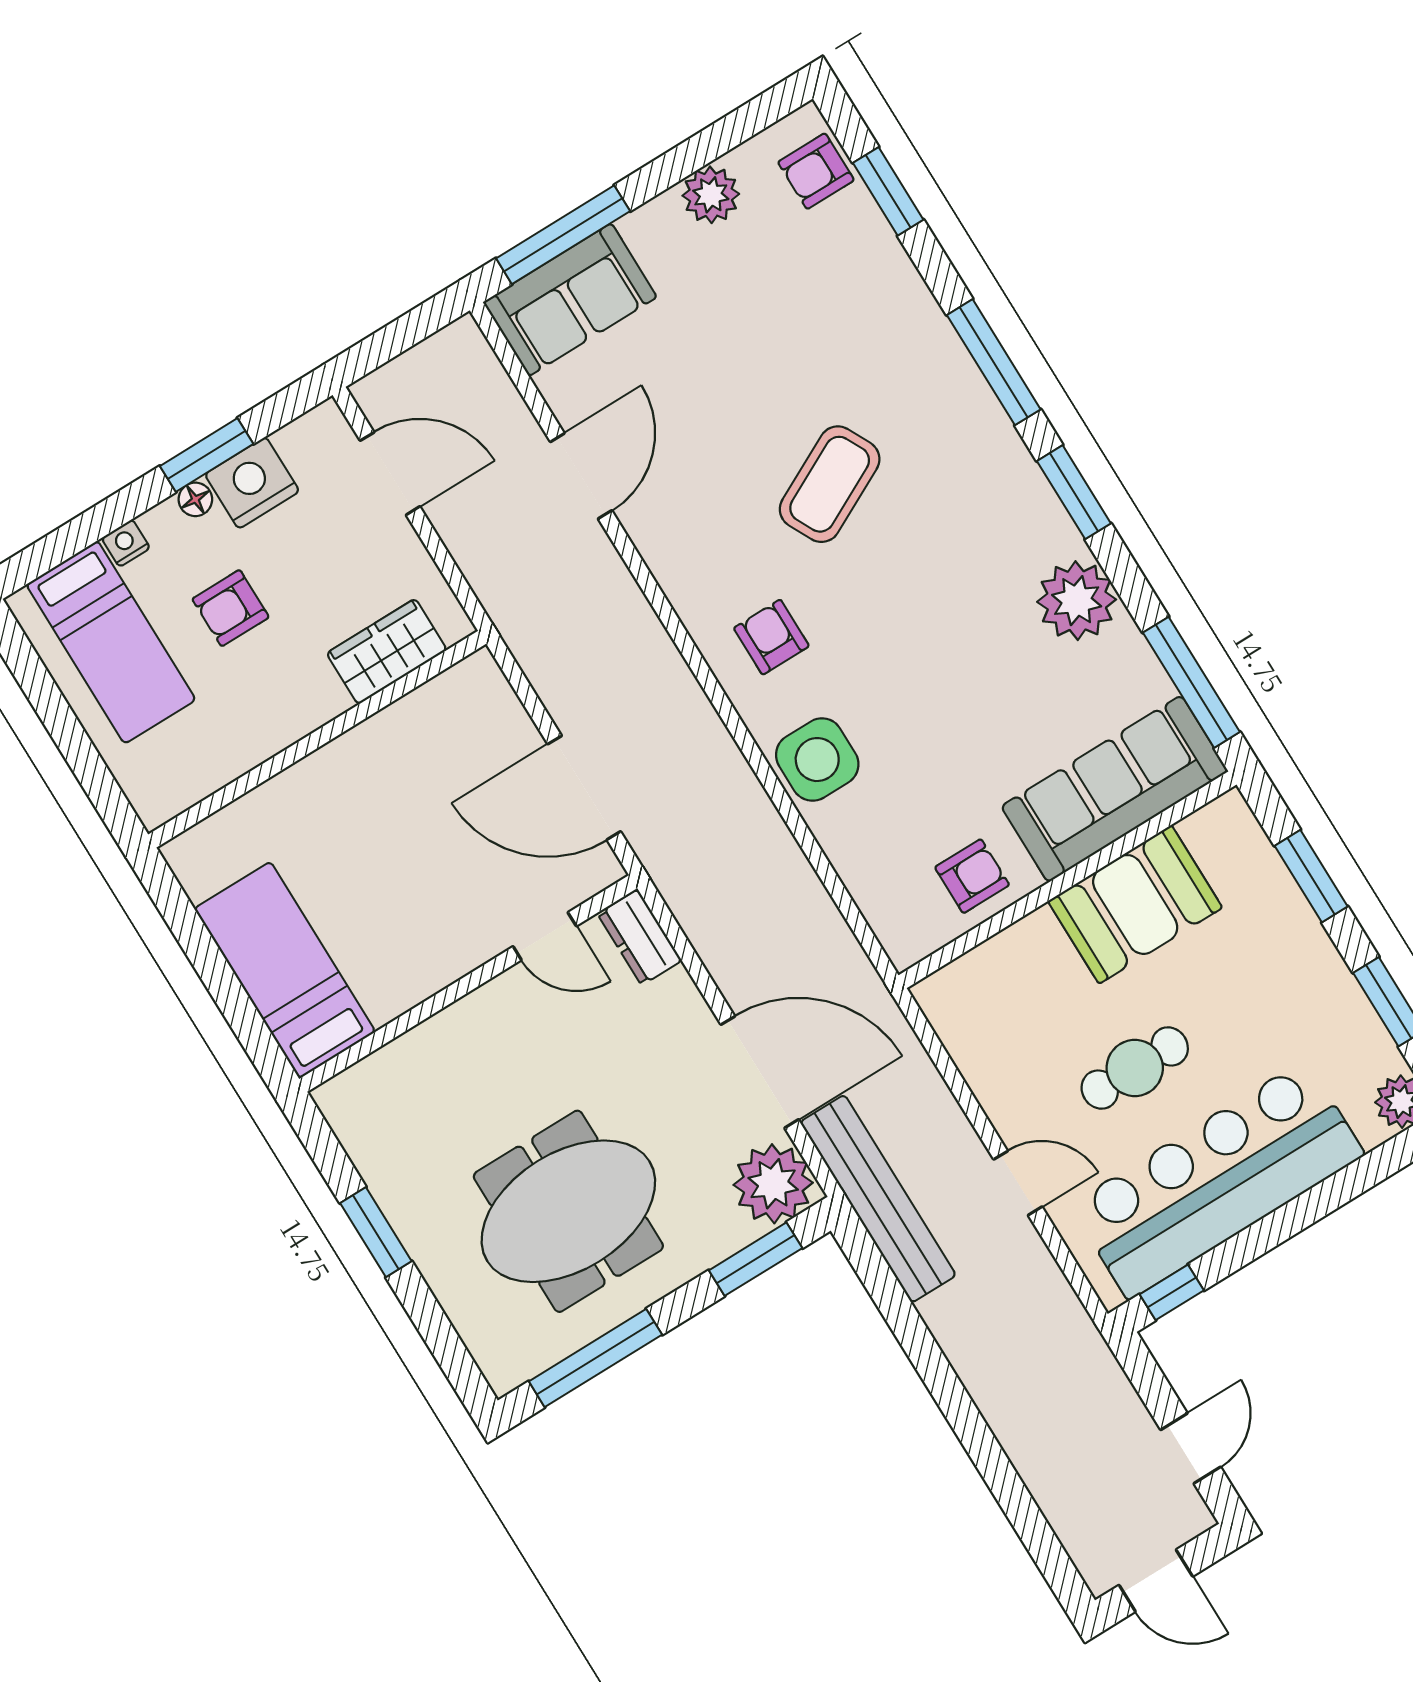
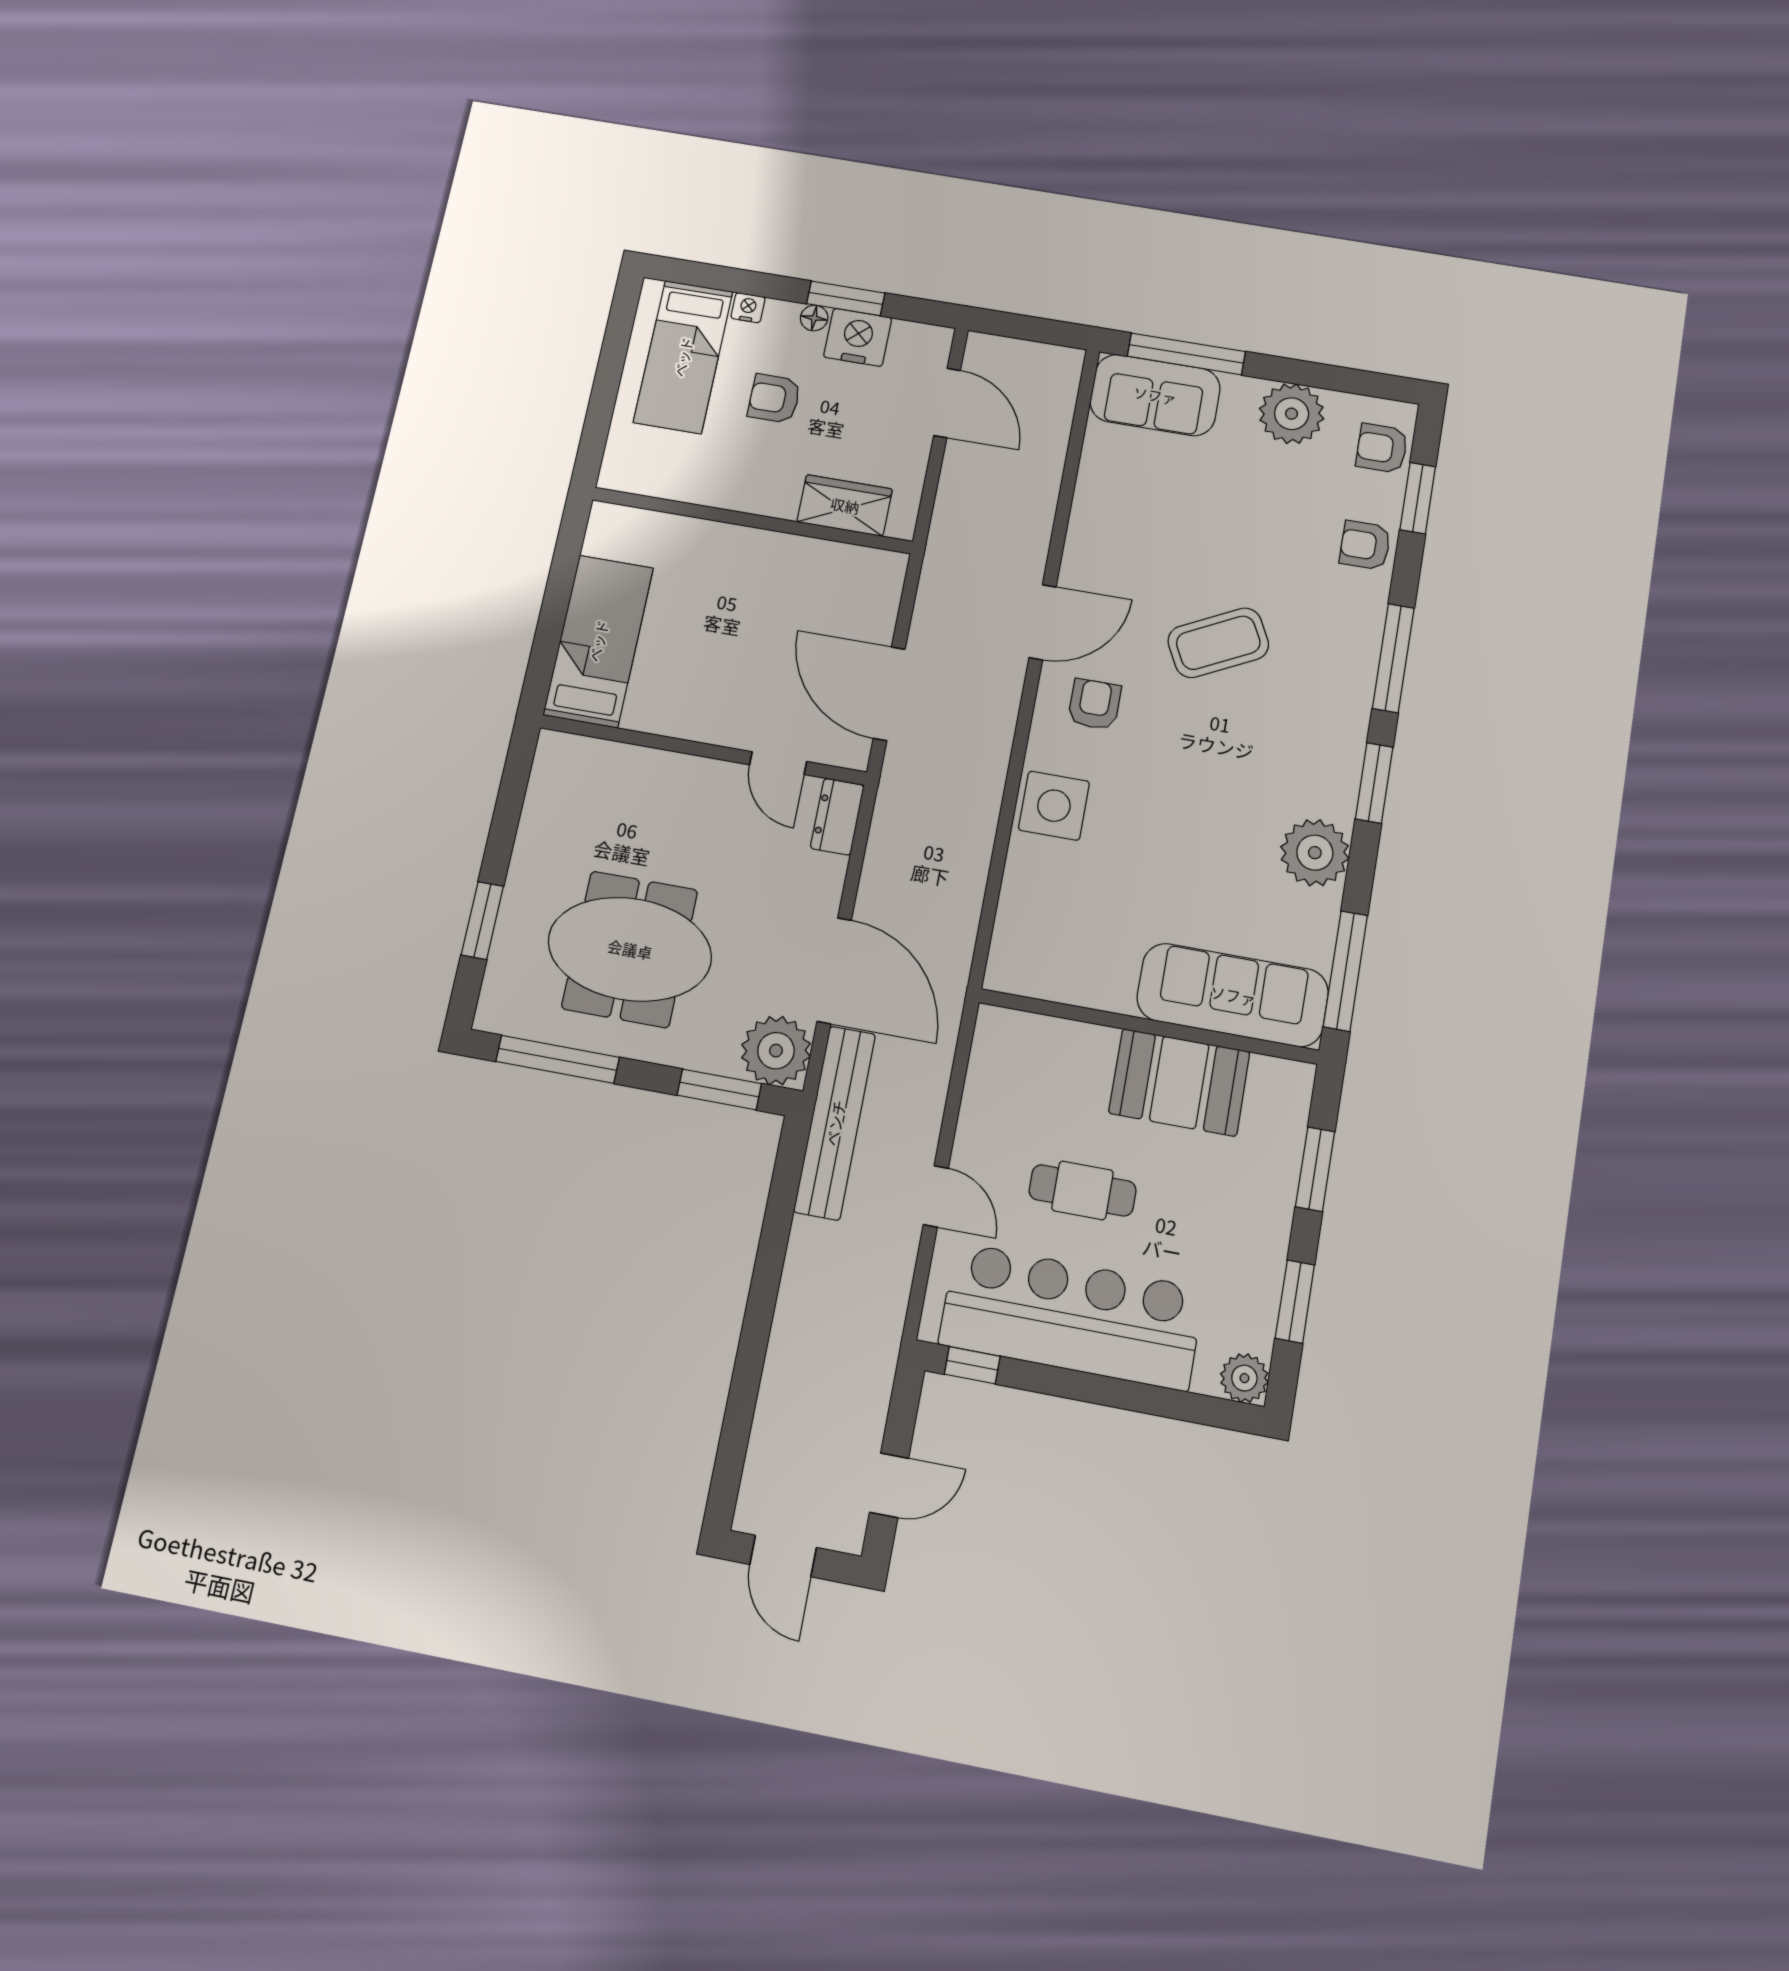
plant: (711, 195) -> (1292, 414), width x1.36, depth x1.36
door: (581, 476) -> (1042, 622), moved
armchair: (972, 876) -> (1365, 545), moved, turned 180
window: (376, 1232) -> (482, 921), moved

